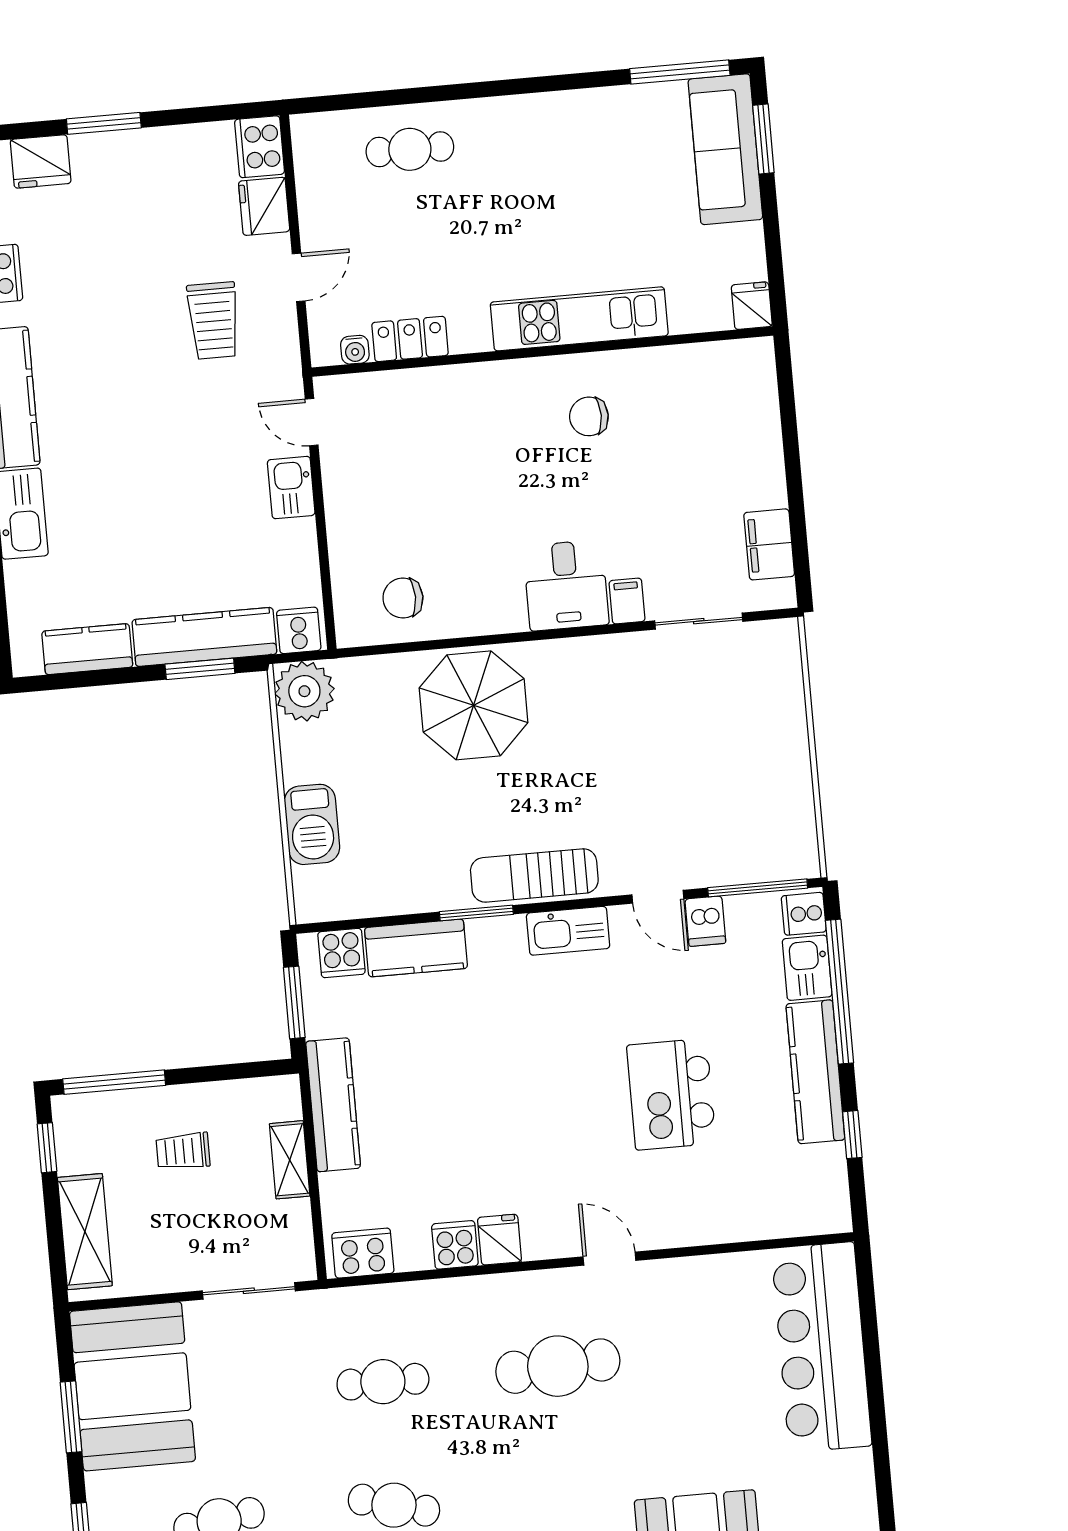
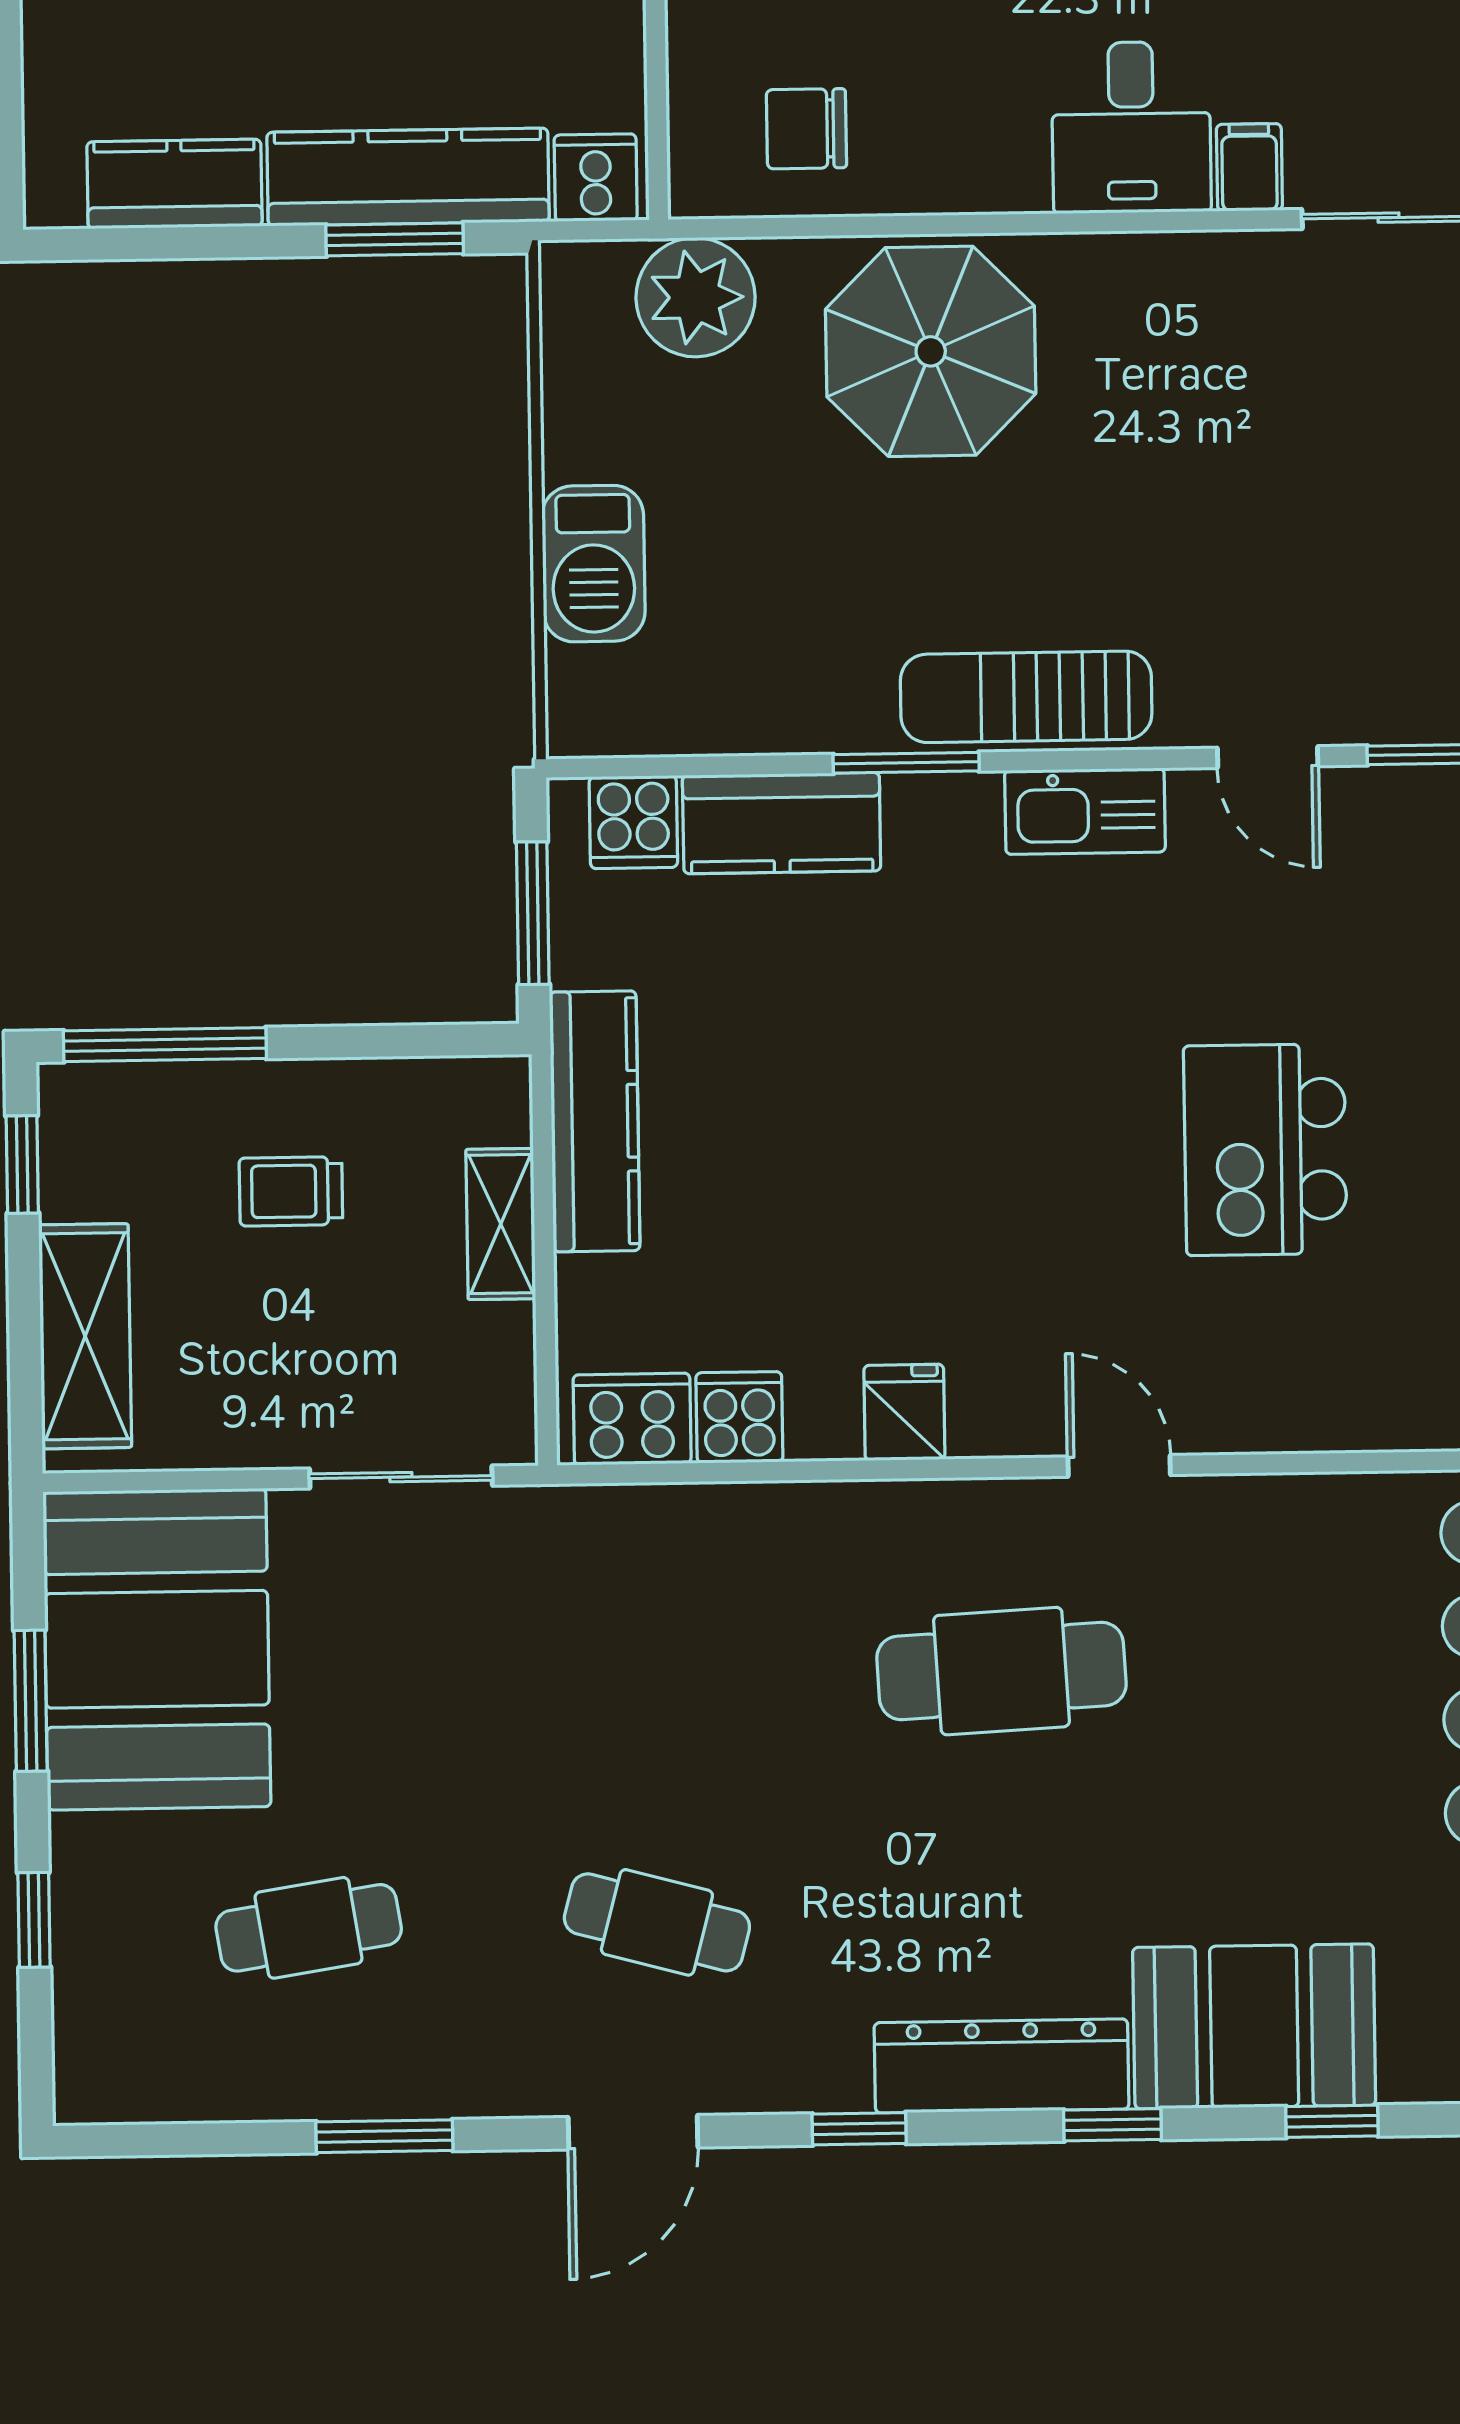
plant: (304, 691) -> (696, 297), moved
dishwasher: (705, 921) -> (1358, 812), removed
cooker: (455, 1245) -> (739, 1417), moved
cafe table: (383, 1382) -> (653, 1676), removed

